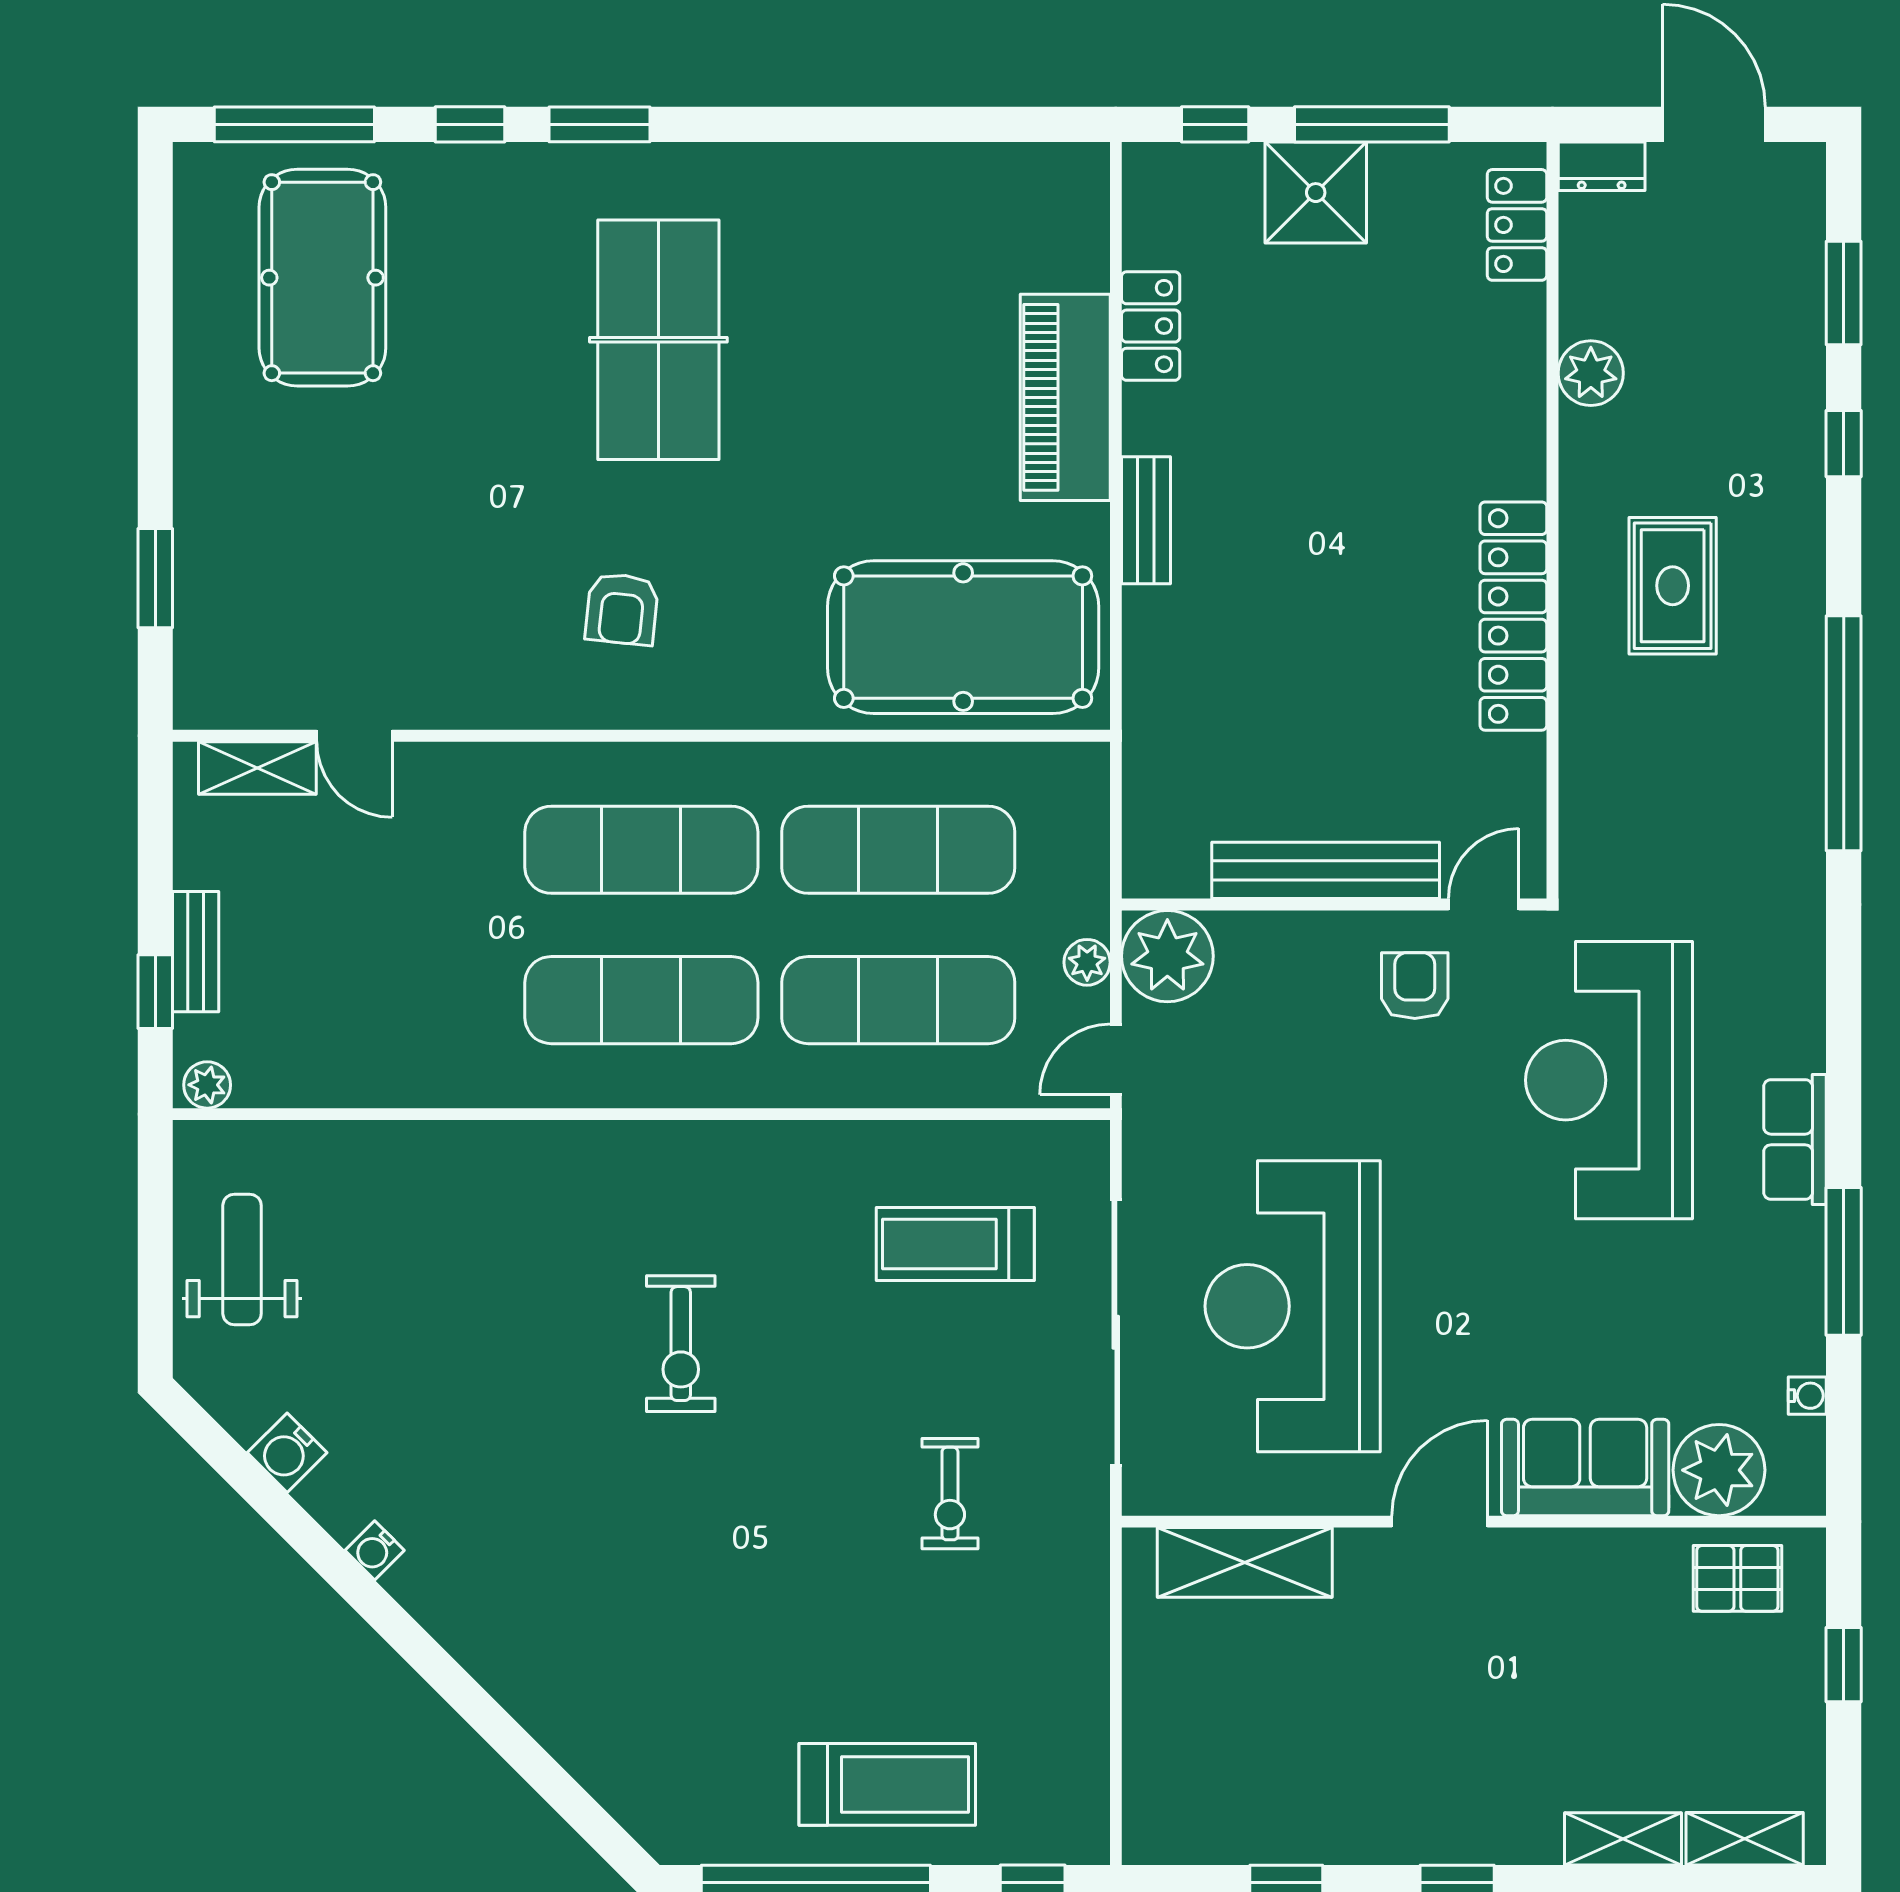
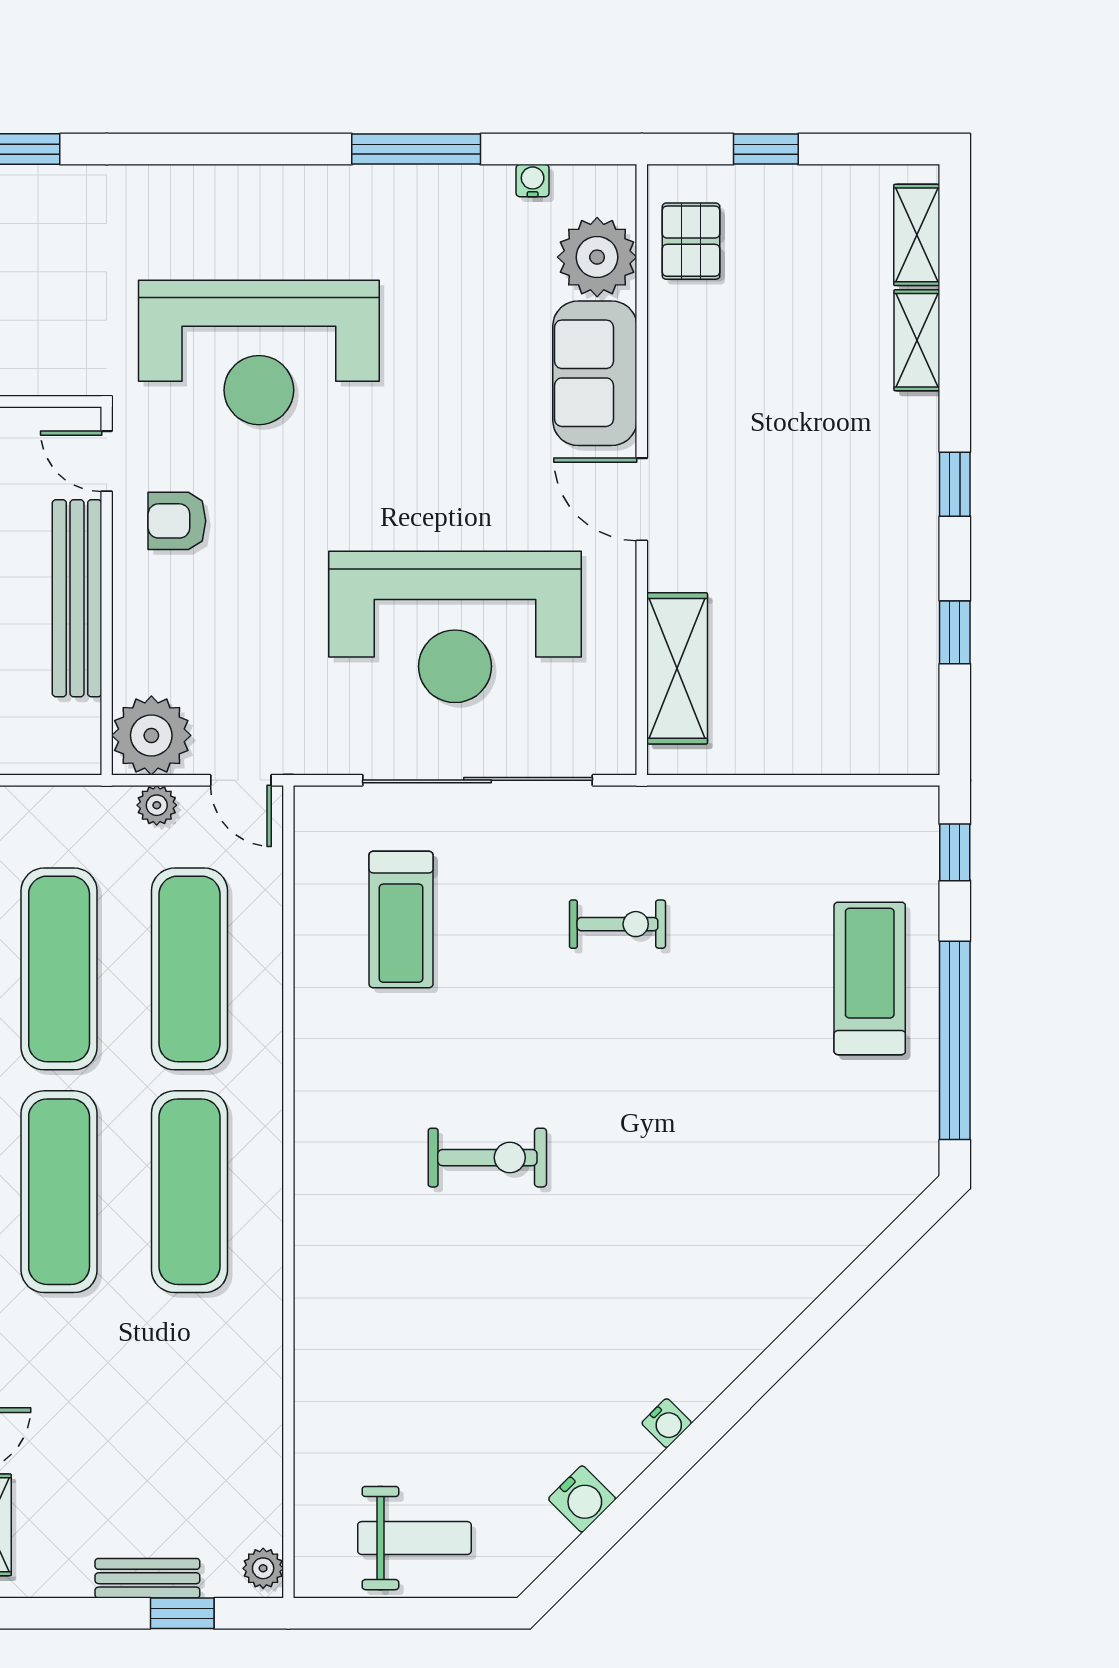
row of seats: (1795, 1139) -> (310, 191), removed
weight bench: (242, 1259) -> (414, 1538), turned 180

